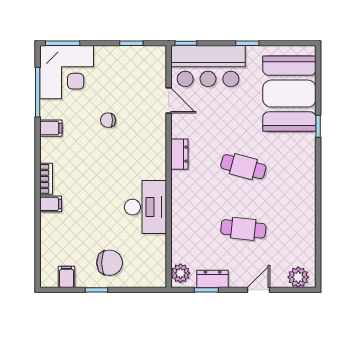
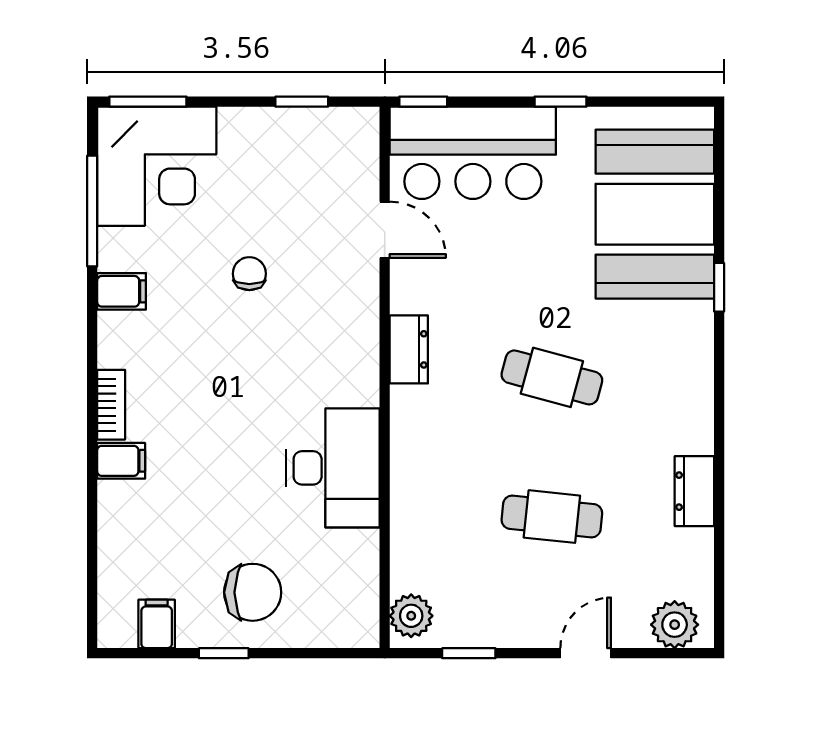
chair: (108, 120) -> (249, 274), turned 90
dresser: (213, 279) -> (694, 491), moved, turned -90

